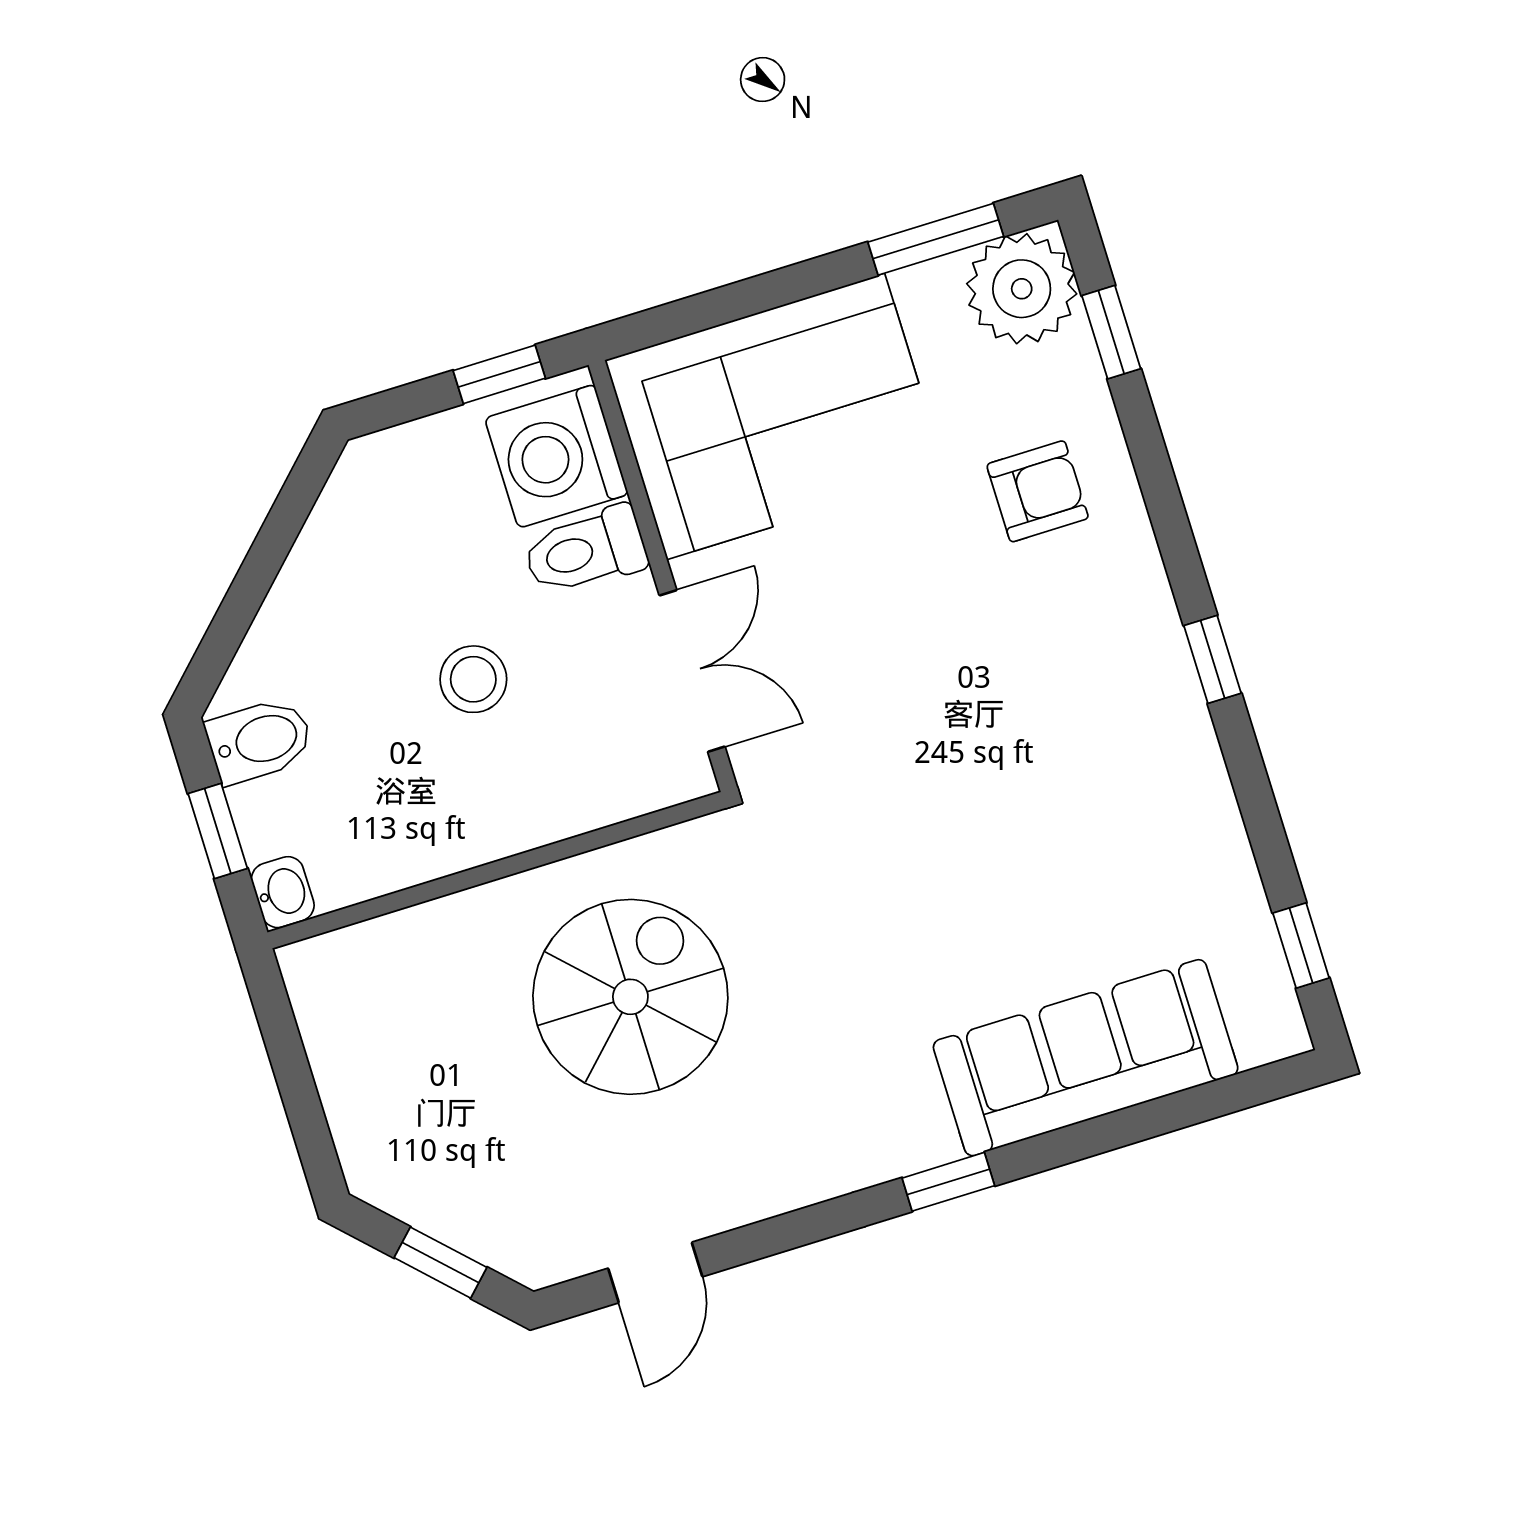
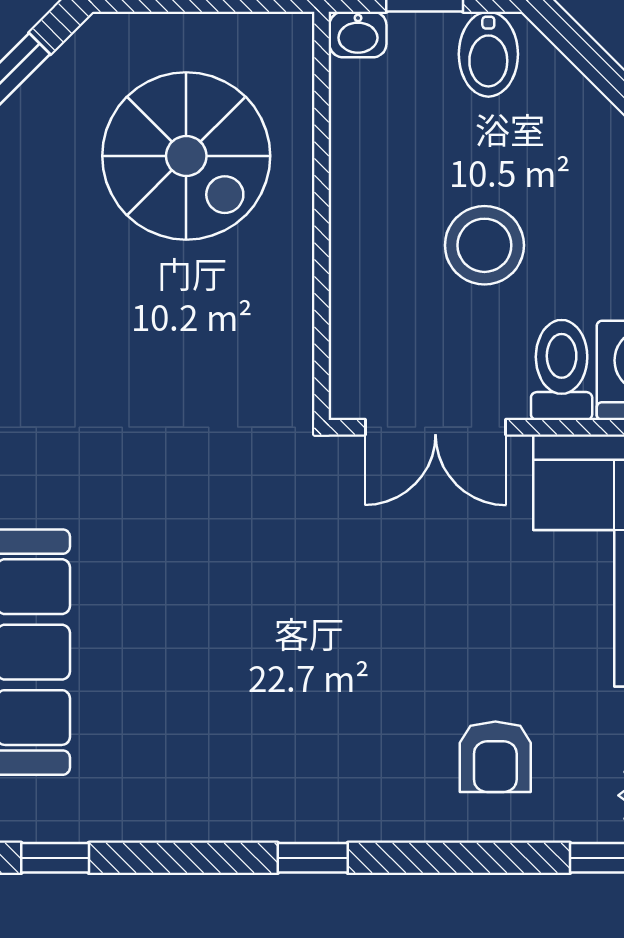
stool: (473, 679) -> (484, 245), width x1.38, depth x1.38
spiral stairs: (630, 997) -> (186, 156), moved

